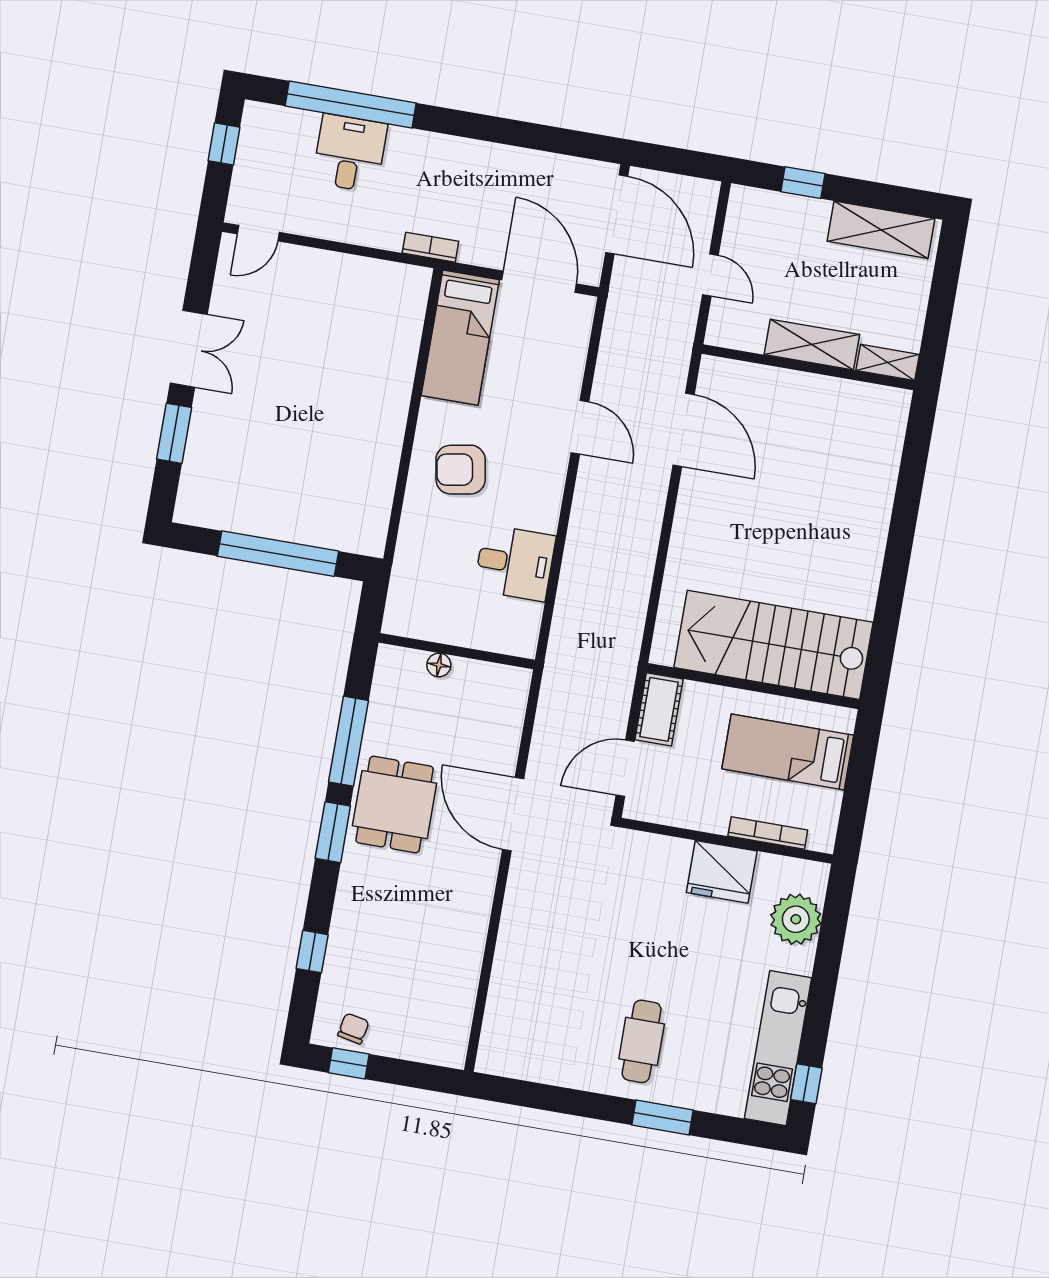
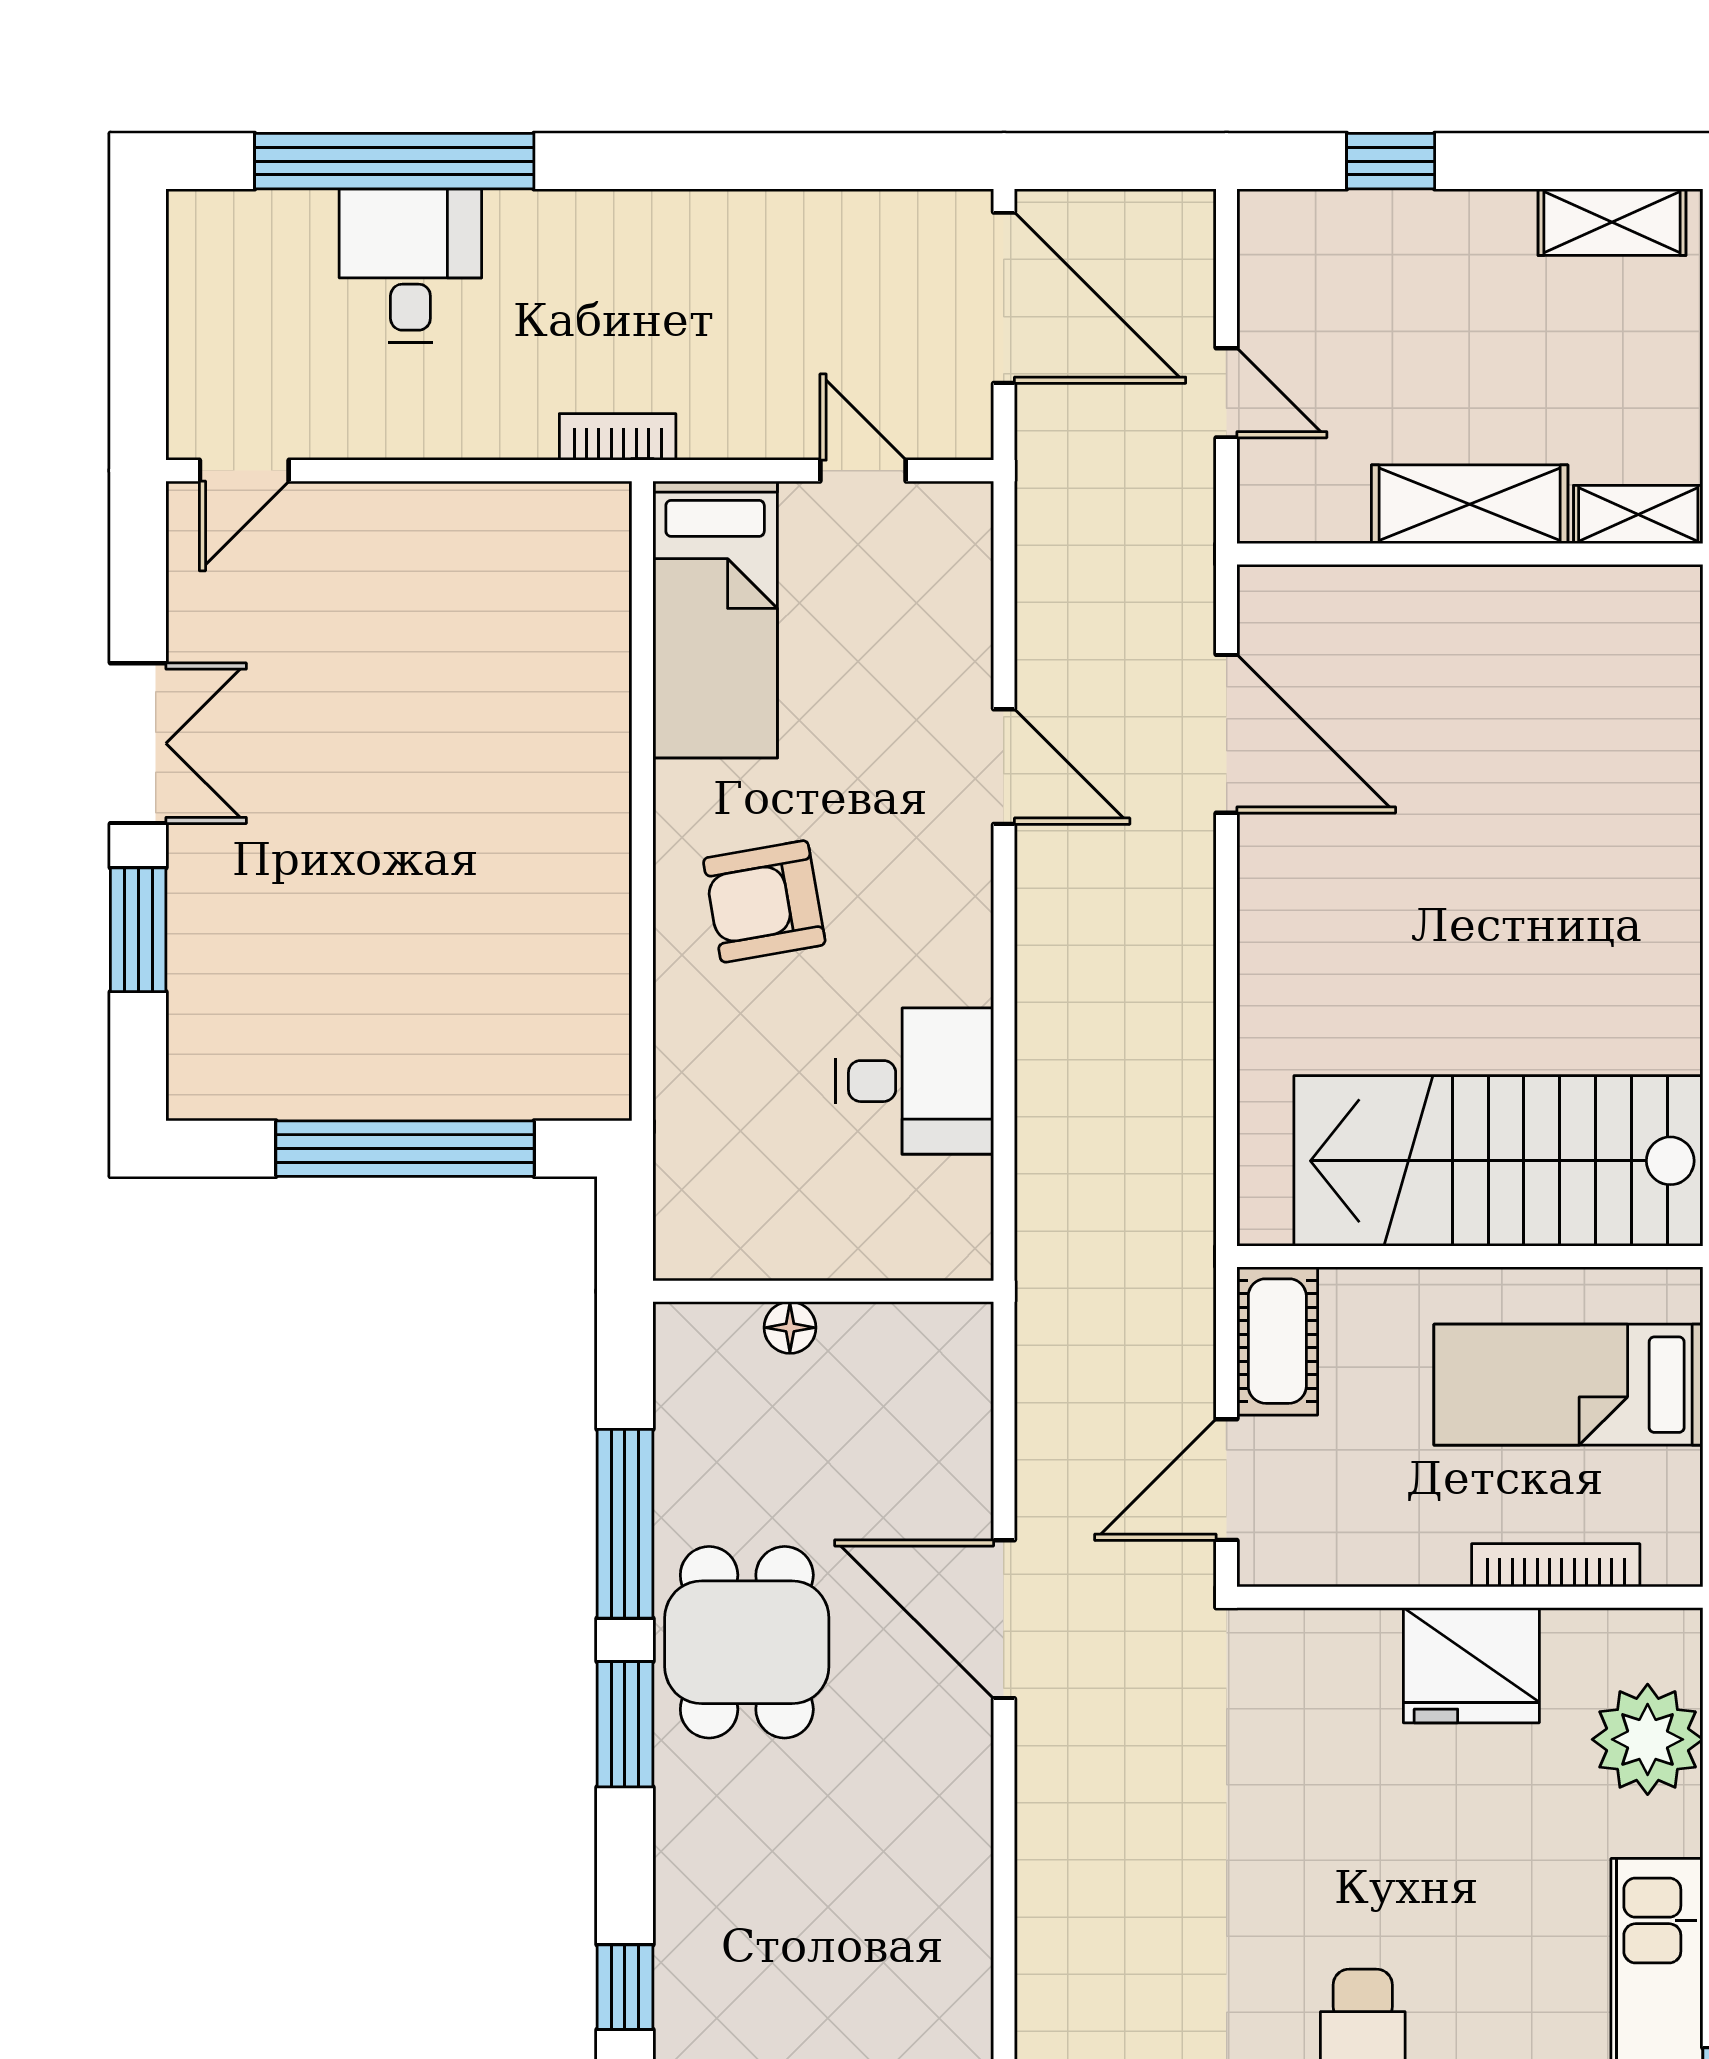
window: (224, 144) -> (138, 292), removed
shelving: (881, 230) -> (1612, 222), width x0.67, depth x0.75
door: (539, 282) -> (863, 471), width x0.53

